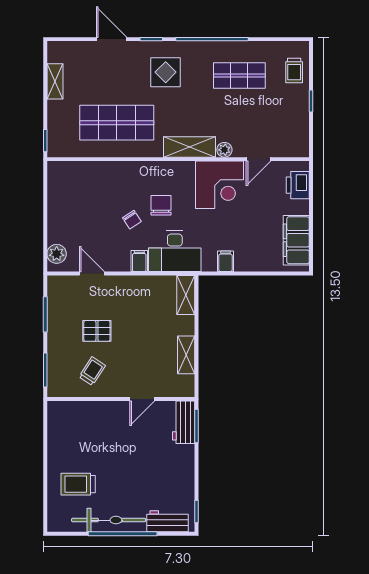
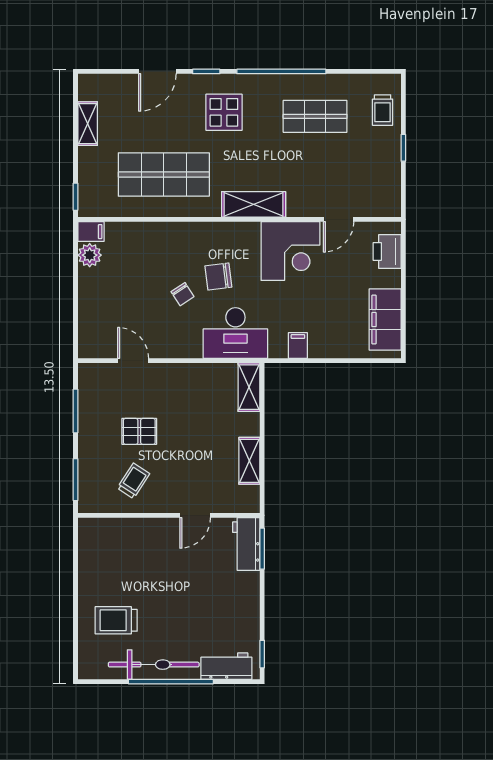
door: (112, 39) -> (157, 71), swing flipped
plant: (224, 150) -> (297, 208), removed
chair: (161, 205) -> (218, 276), turned -97
plant: (57, 254) -> (90, 255), moved
filing cabinet: (139, 261) -> (91, 232), moved, turned 90

